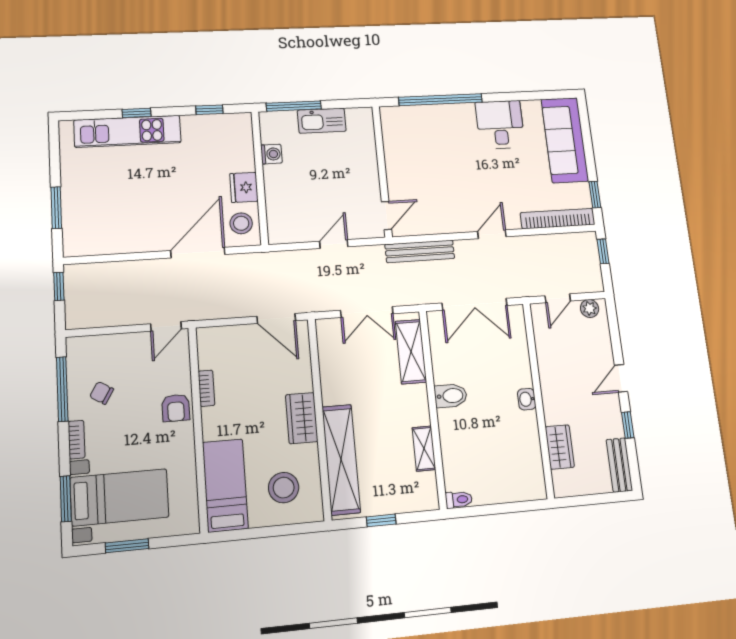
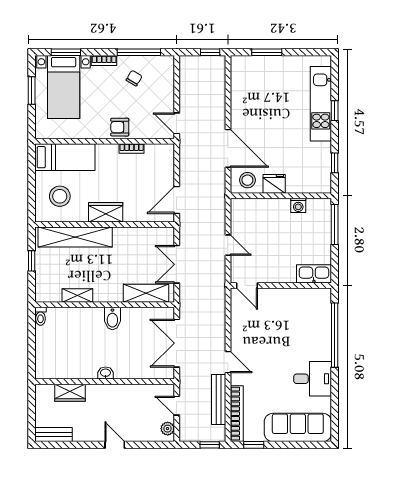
kitchen sink: (322, 121) -> (314, 274), moved, turned 90
bench: (420, 251) -> (219, 400), moved
window: (628, 425) -> (81, 445), removed

